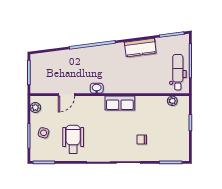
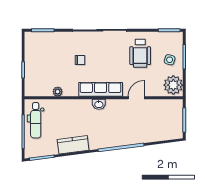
washbasin: (97, 88) -> (99, 104), moved
door: (66, 95) -> (136, 98), moved
plant: (172, 101) -> (58, 92), moved
row of seats: (120, 103) -> (101, 89), width x1.48
plant: (35, 107) -> (173, 85), width x1.88, depth x1.88
chair: (142, 140) -> (80, 60), moved

